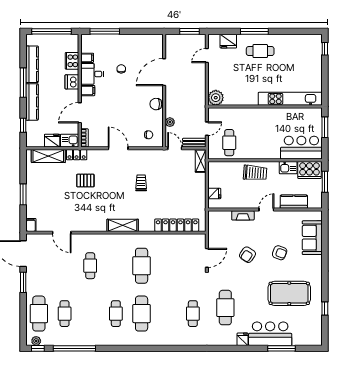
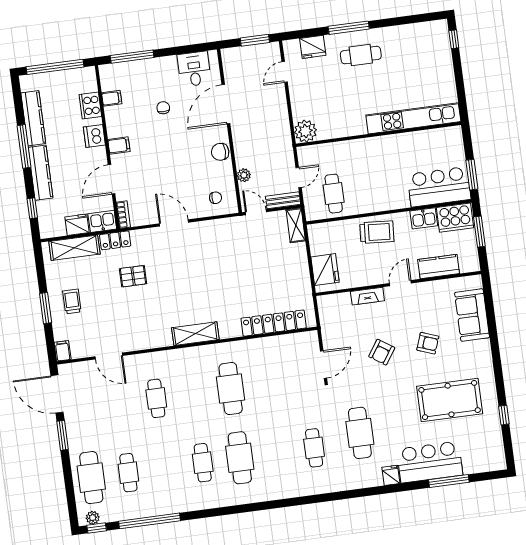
desk: (92, 74) -> (194, 69), moved, turned 90
window: (325, 127) -> (472, 175), moved
trolley: (141, 183) -> (72, 301), moved
fridge: (214, 194) -> (325, 270), width x1.88, depth x1.34

